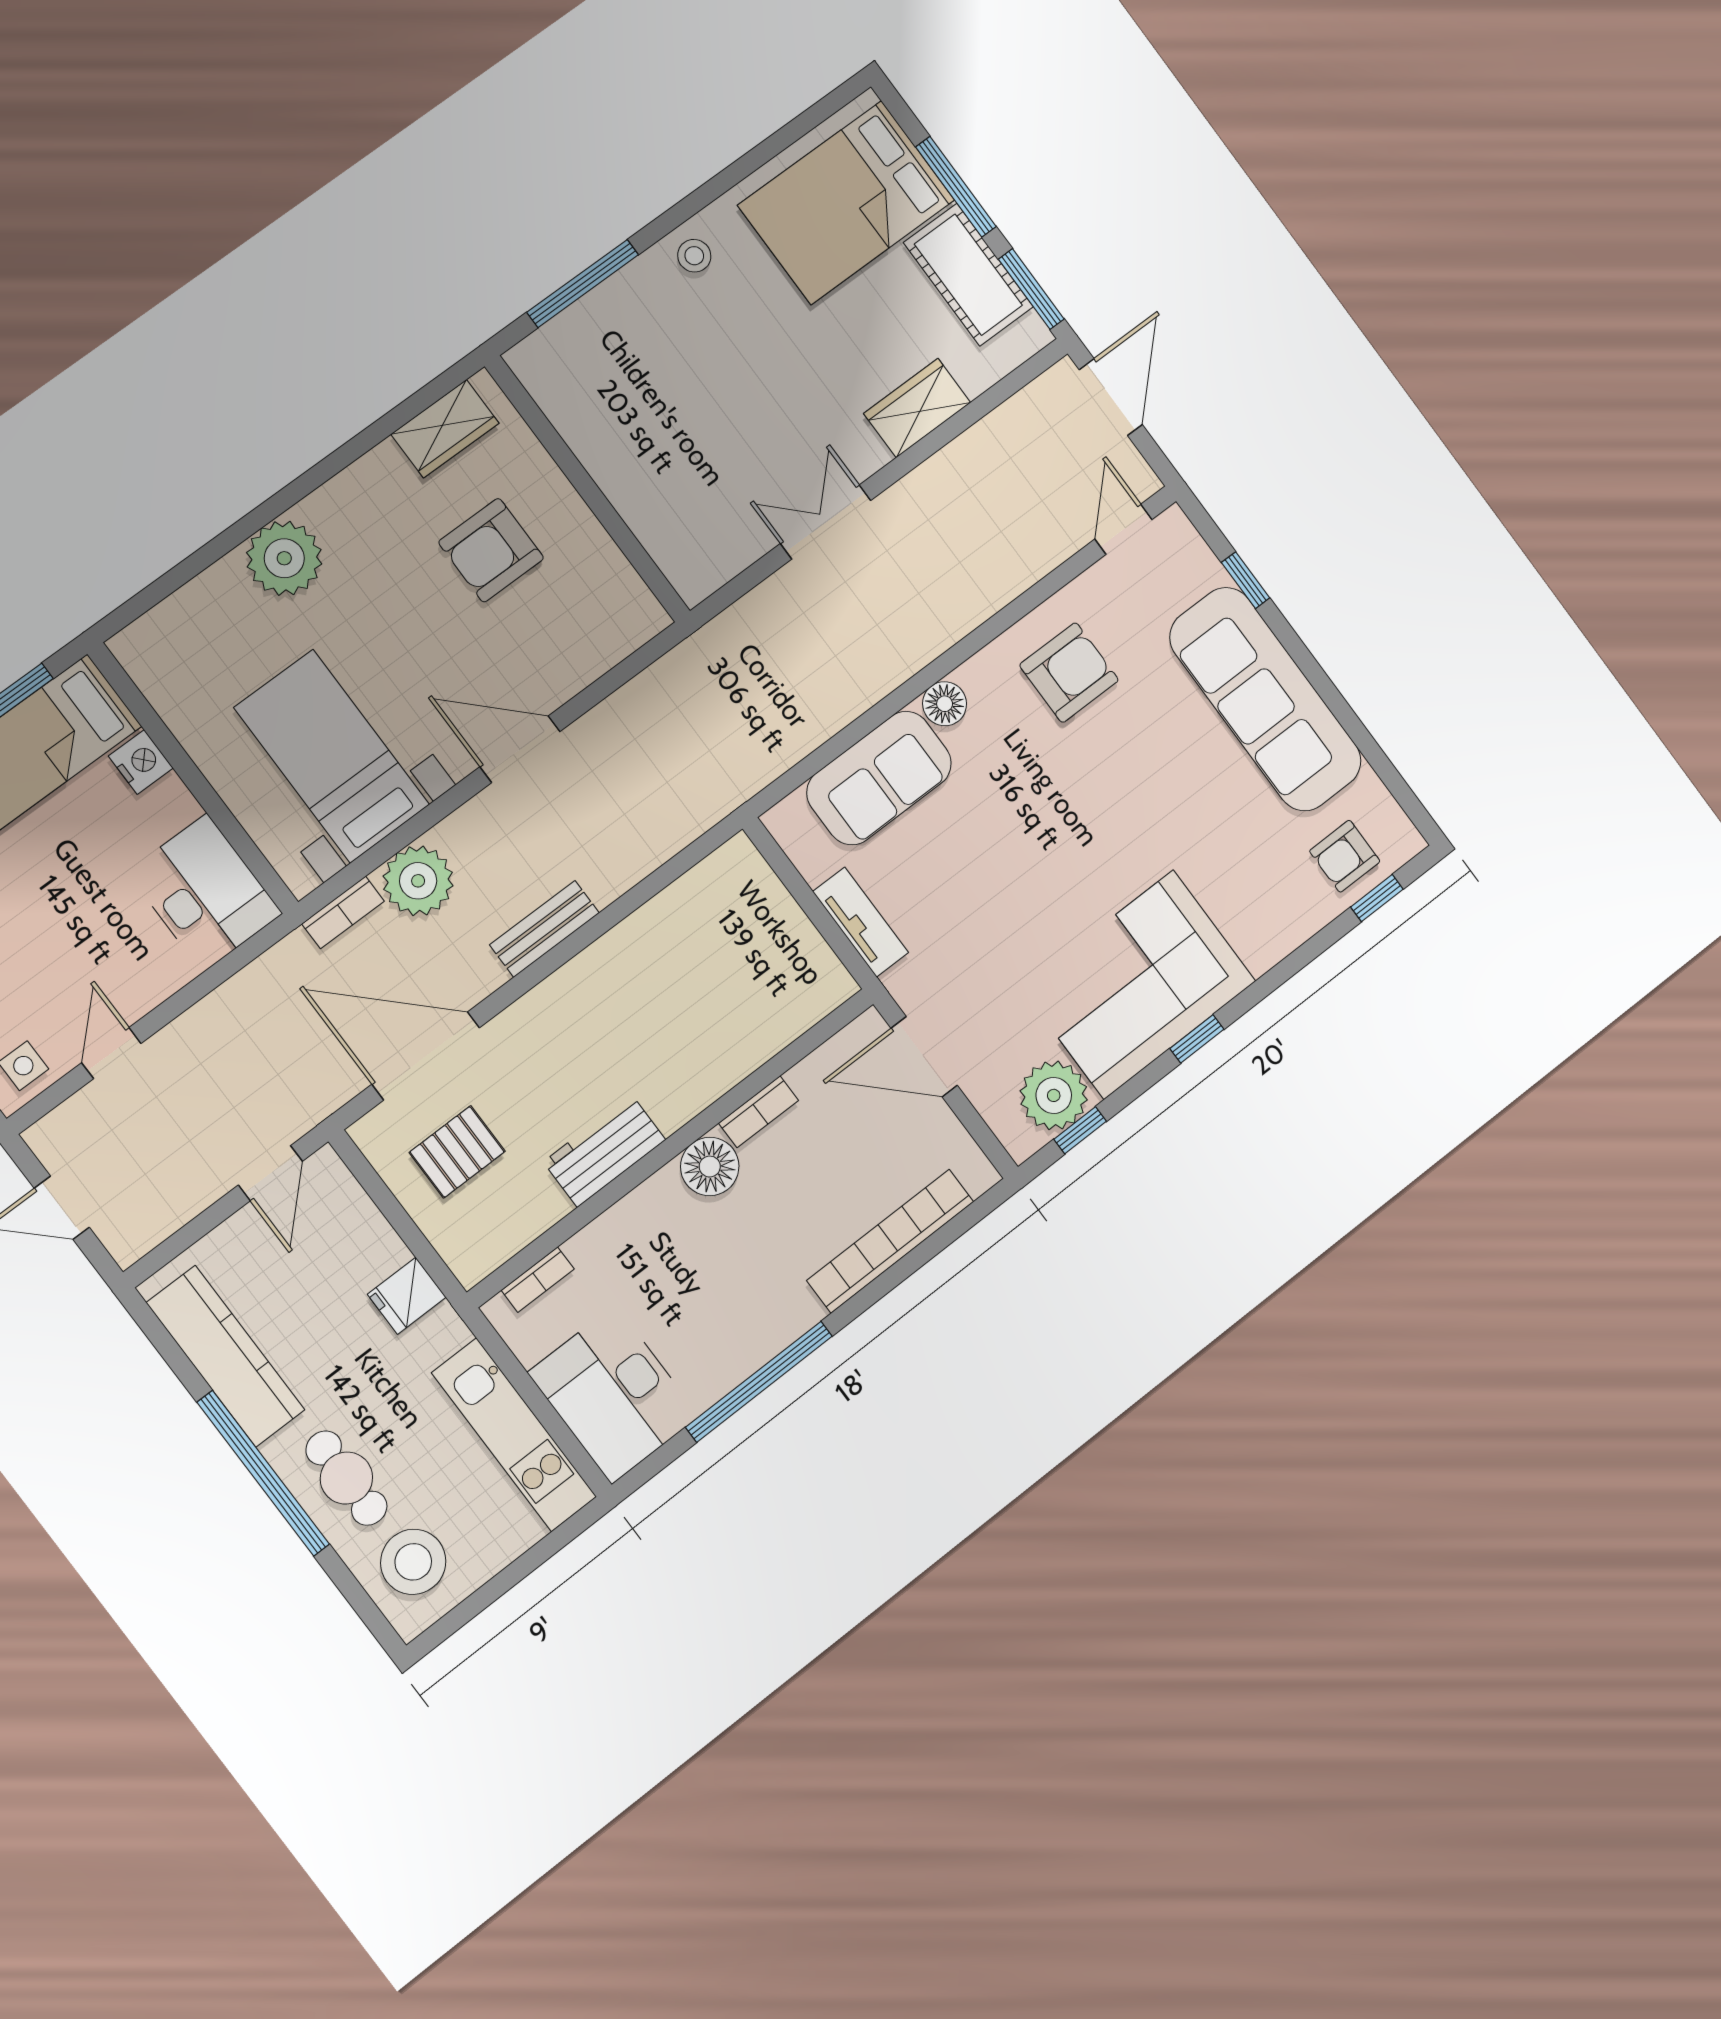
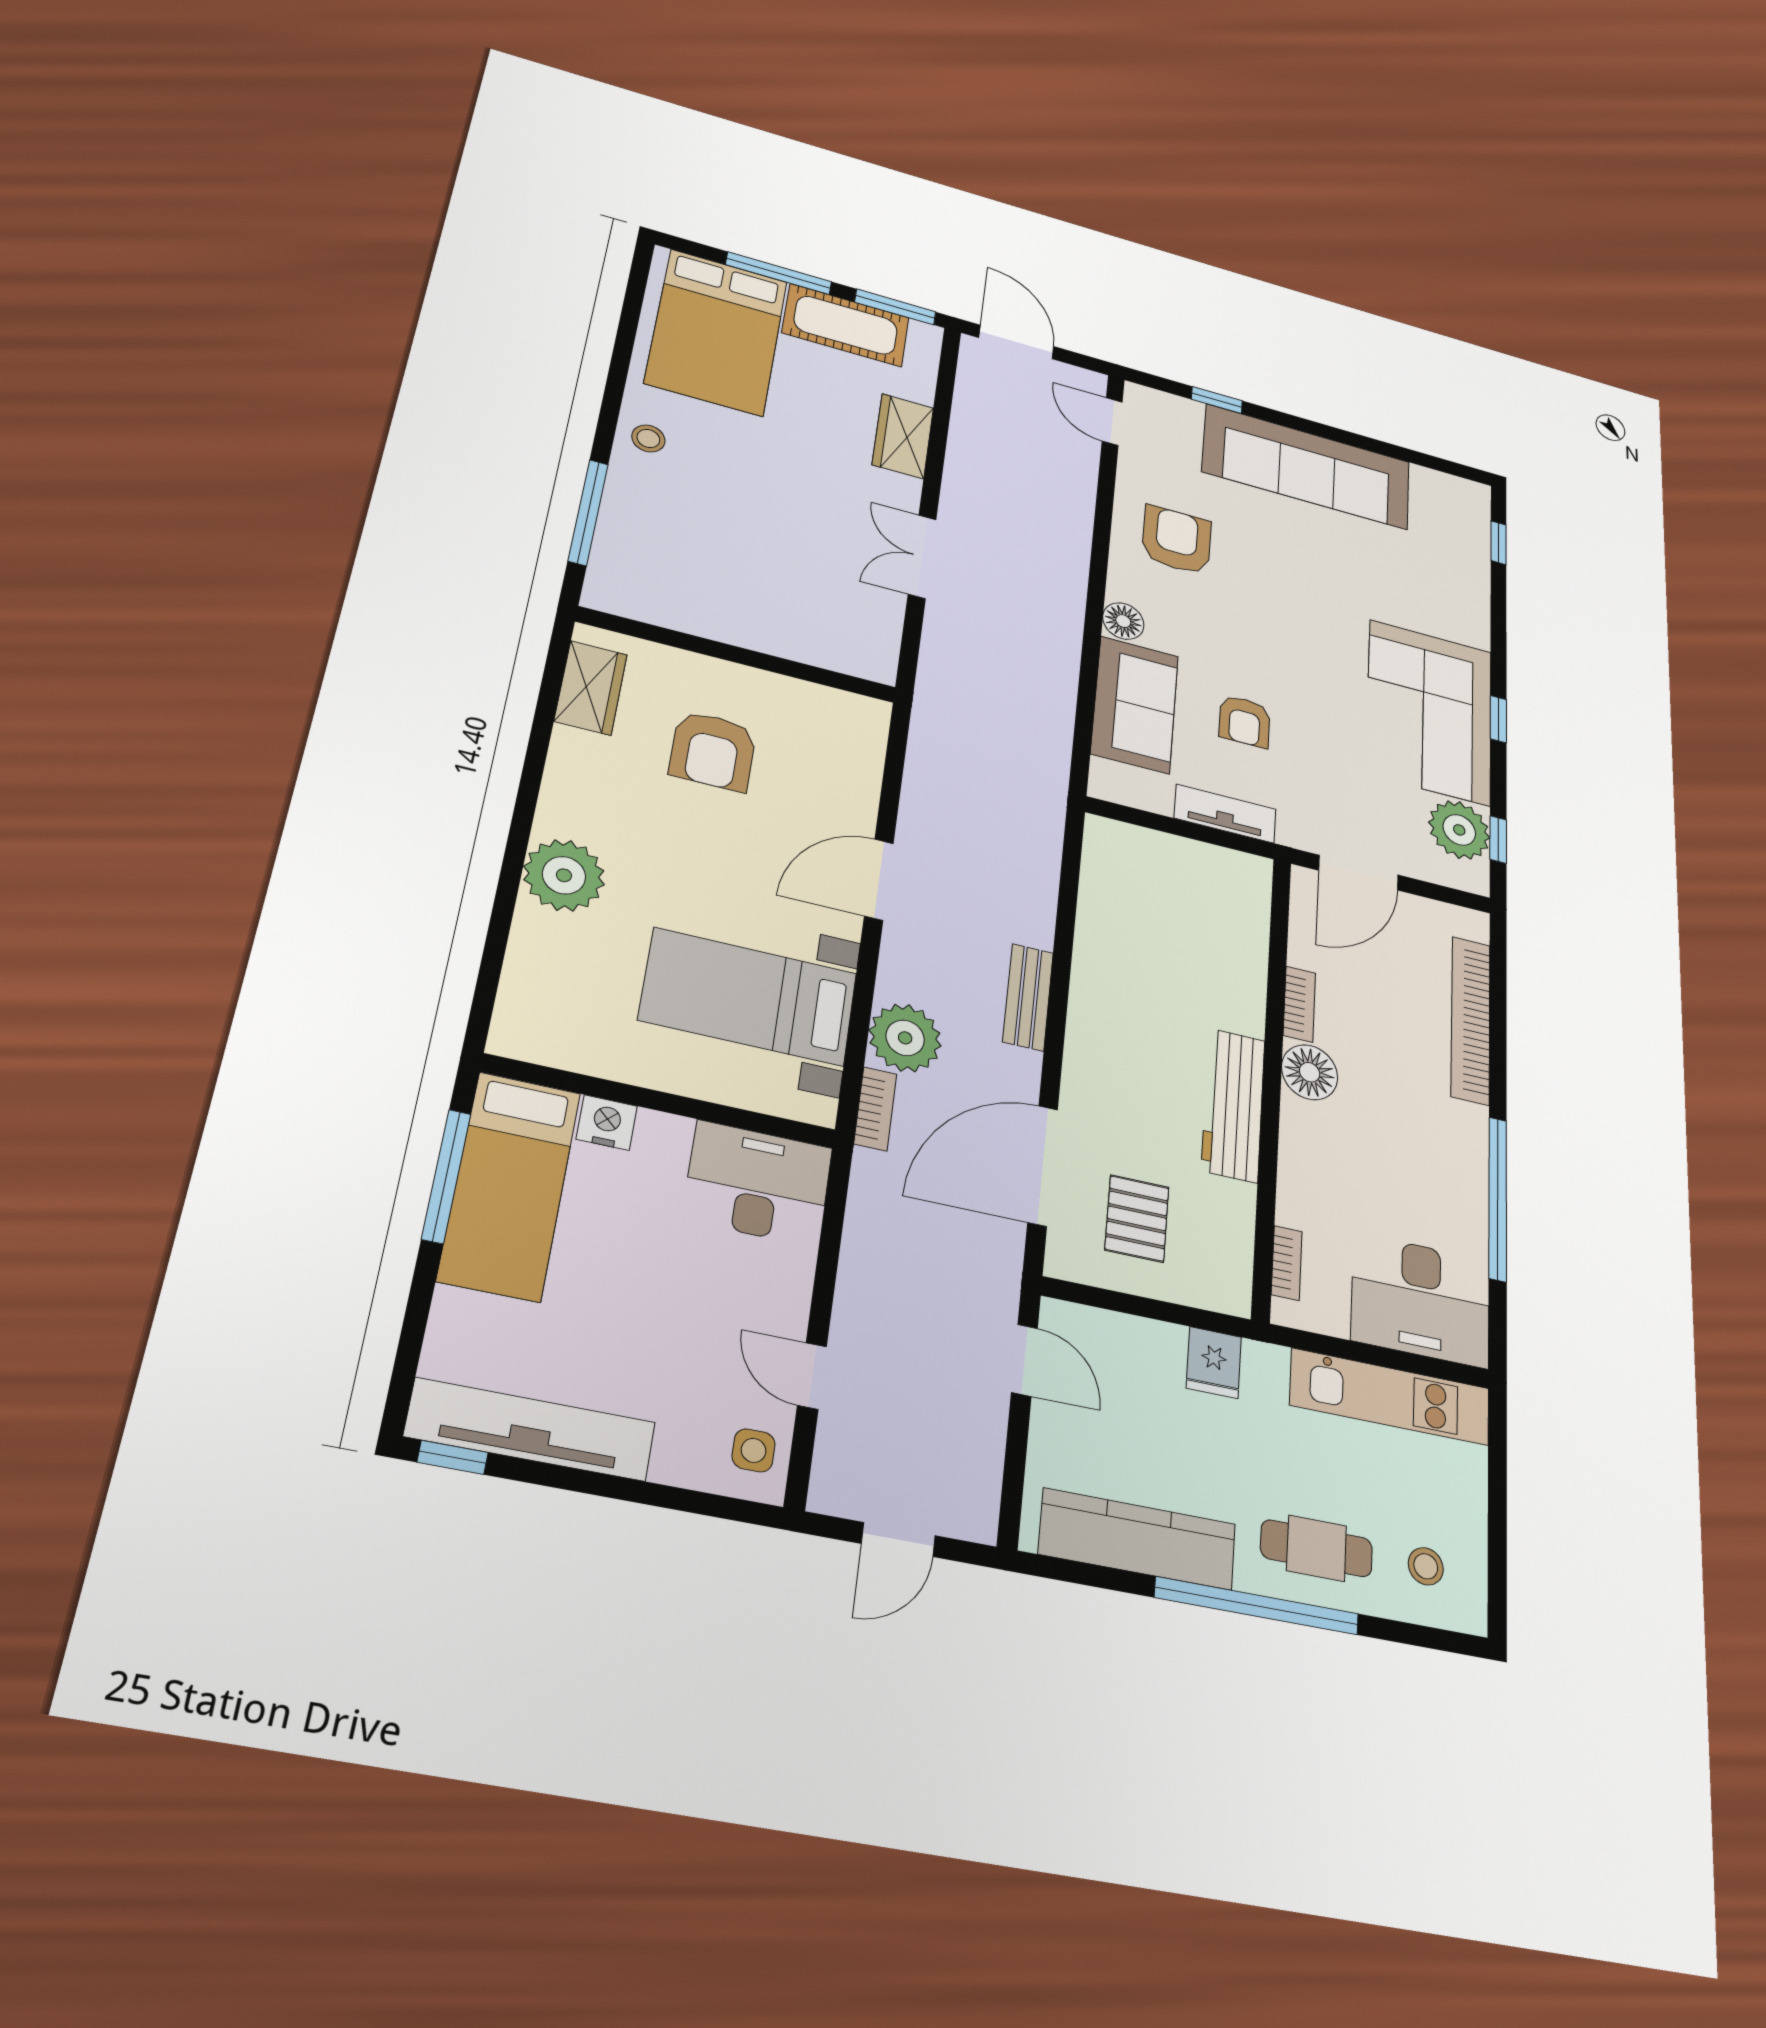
armchair: (1345, 856) -> (1245, 721), moved
workbench: (604, 1151) -> (1233, 1105), width x1.38
stool: (413, 1562) -> (1426, 1566), width x0.53, depth x0.53

